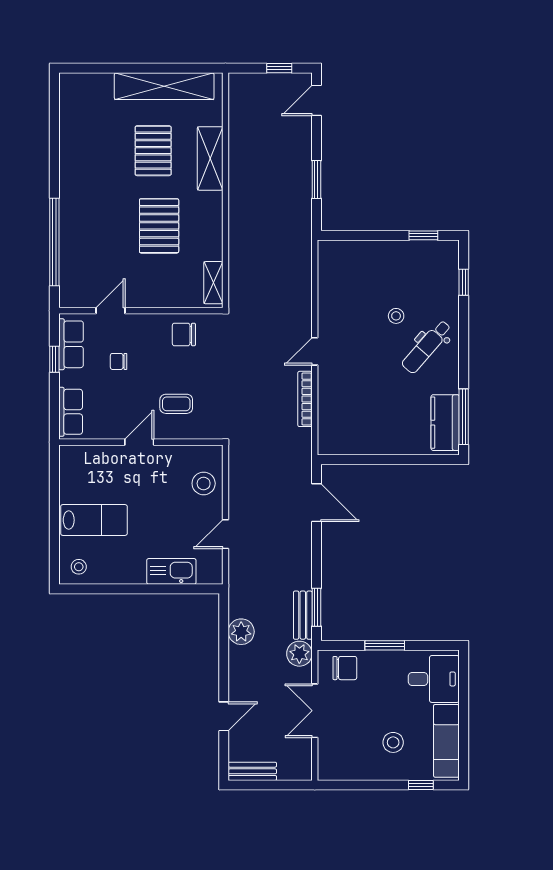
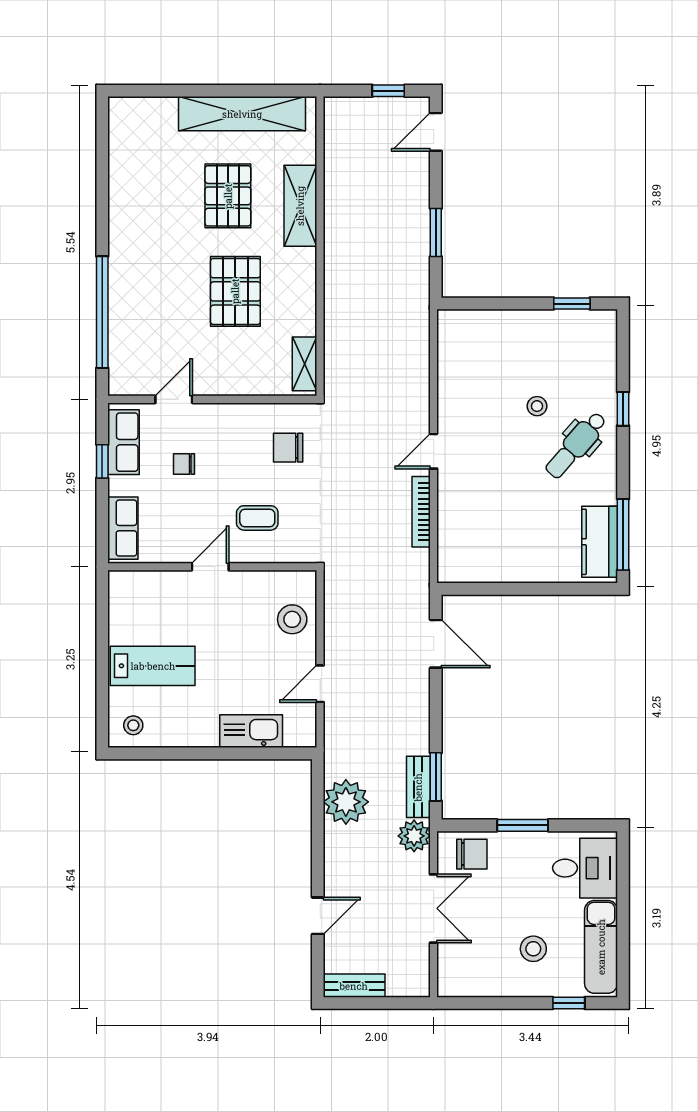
window: (464, 282) -> (623, 409), moved
chair: (184, 334) -> (288, 448), moved
plant: (241, 632) -> (346, 802), width x1.36, depth x1.36
double door: (315, 711) -> (434, 908), swing flipped

